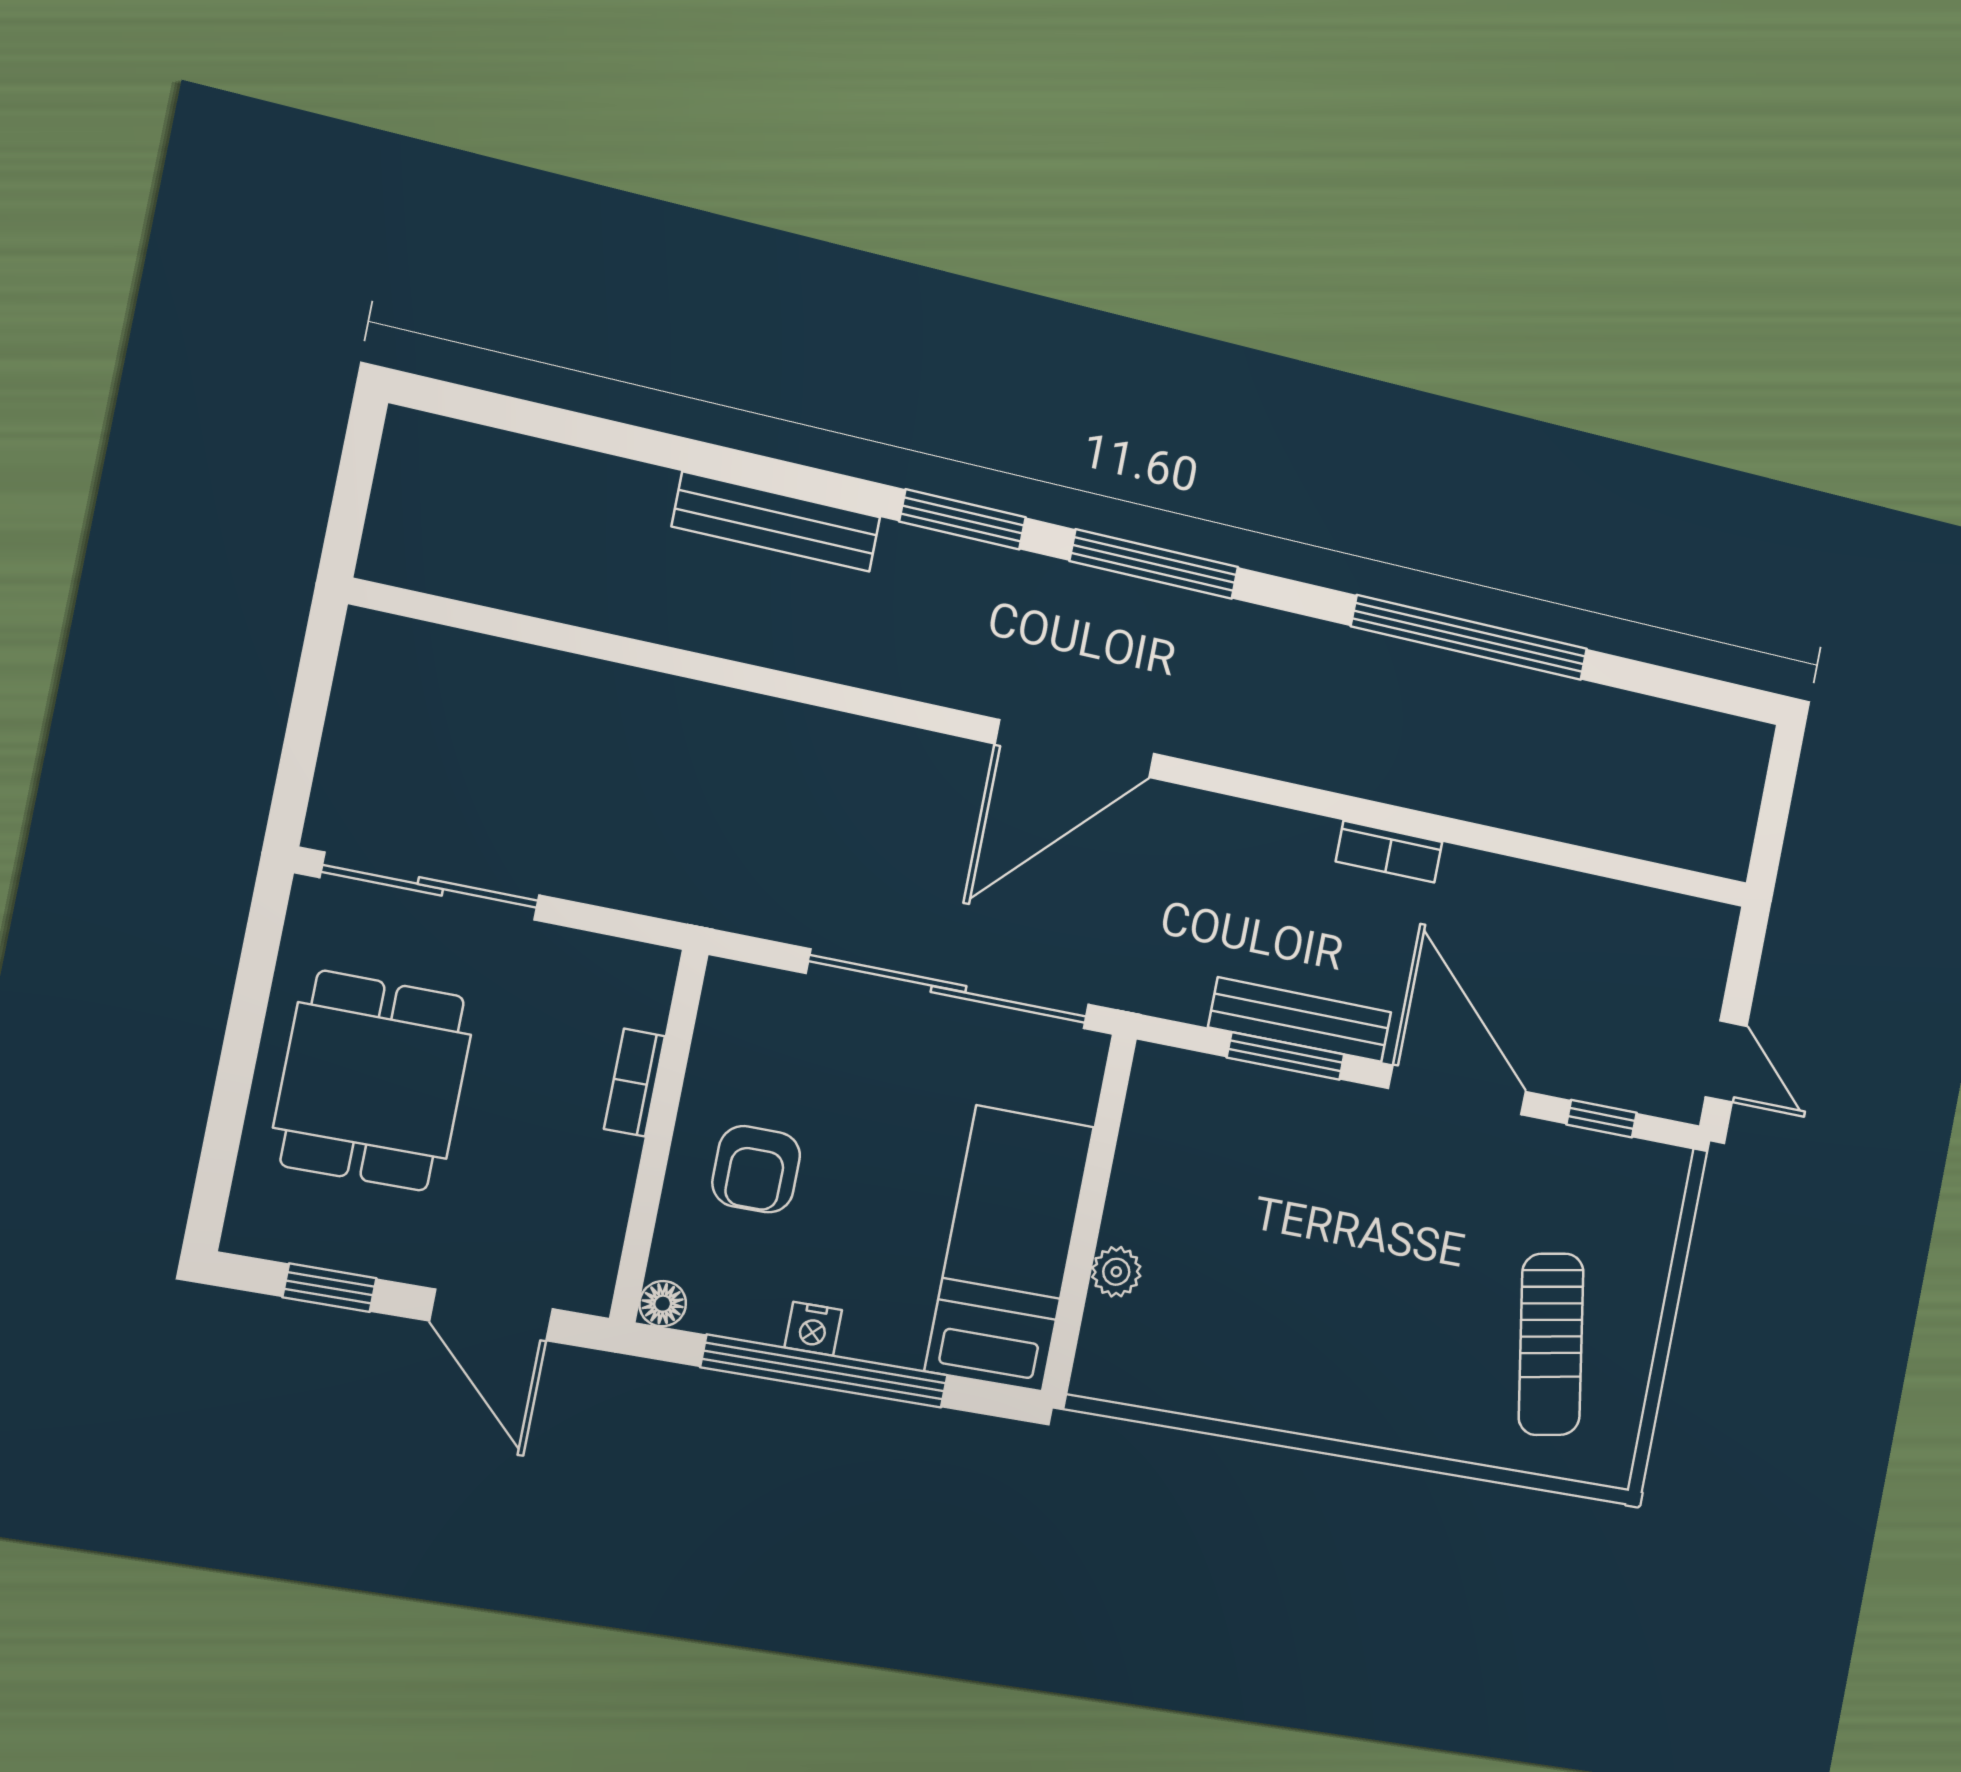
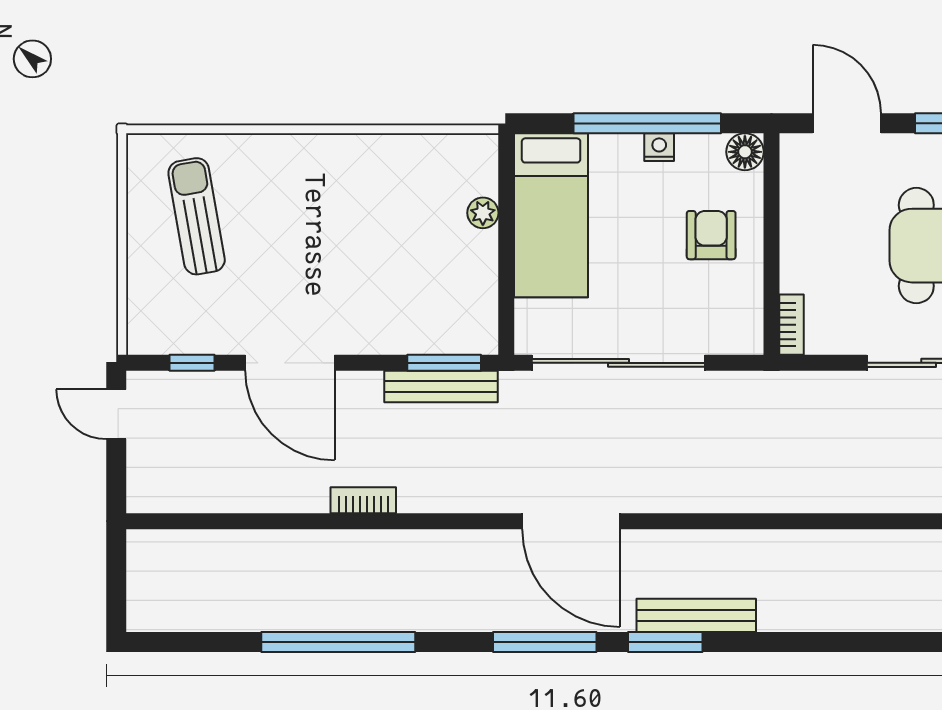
bench: (776, 522) -> (696, 615), moved
door: (1075, 749) -> (571, 521), swing flipped
bench: (1300, 1020) -> (441, 387), moved
window: (1286, 1056) -> (444, 363), moved
bookcase: (634, 1083) -> (792, 325), moved
floor lamp: (663, 1304) -> (745, 152), width x1.37, depth x1.37

